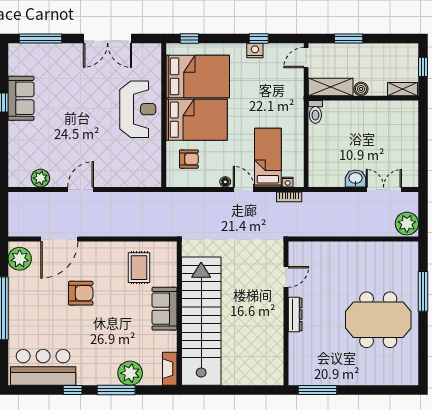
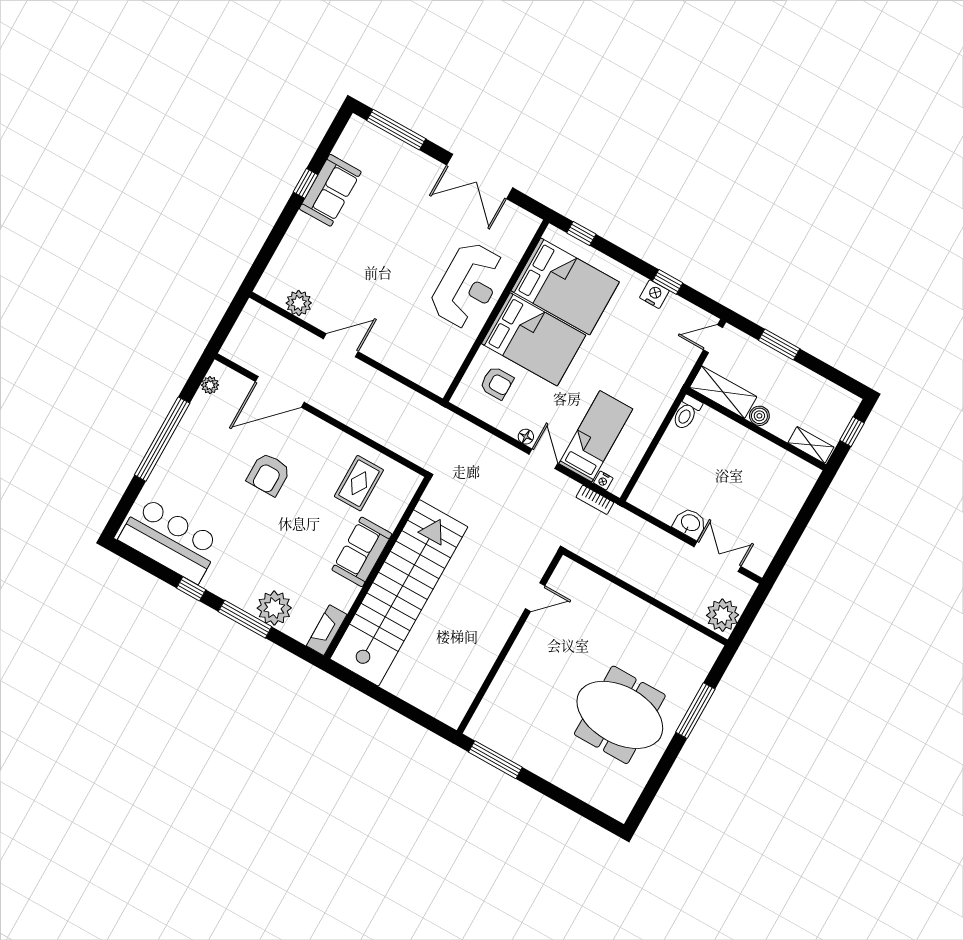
plant: (20, 259) -> (210, 385), width x0.53, depth x0.53
armchair: (81, 293) -> (269, 474), turned 90
dresser: (295, 315) -> (520, 650), removed

